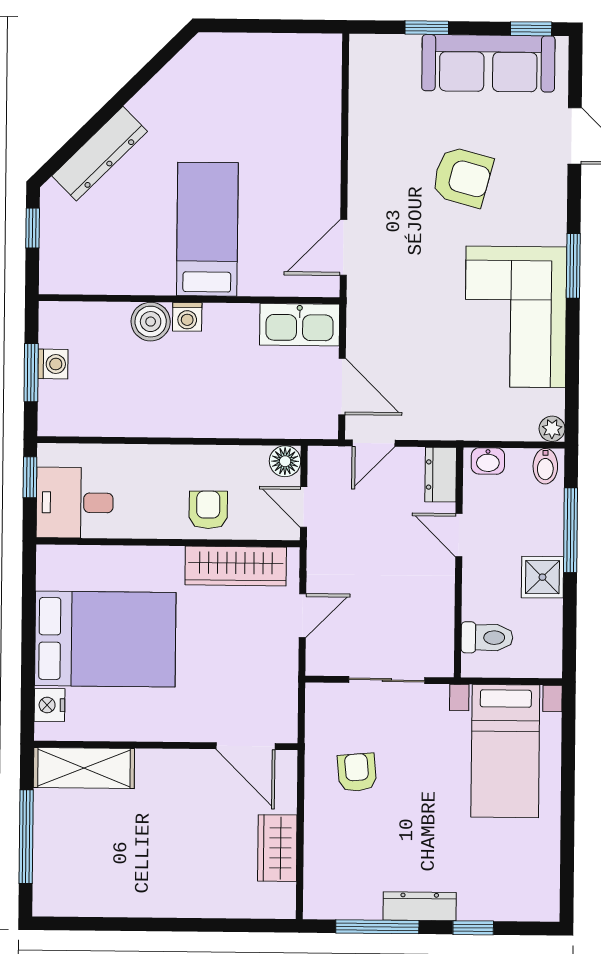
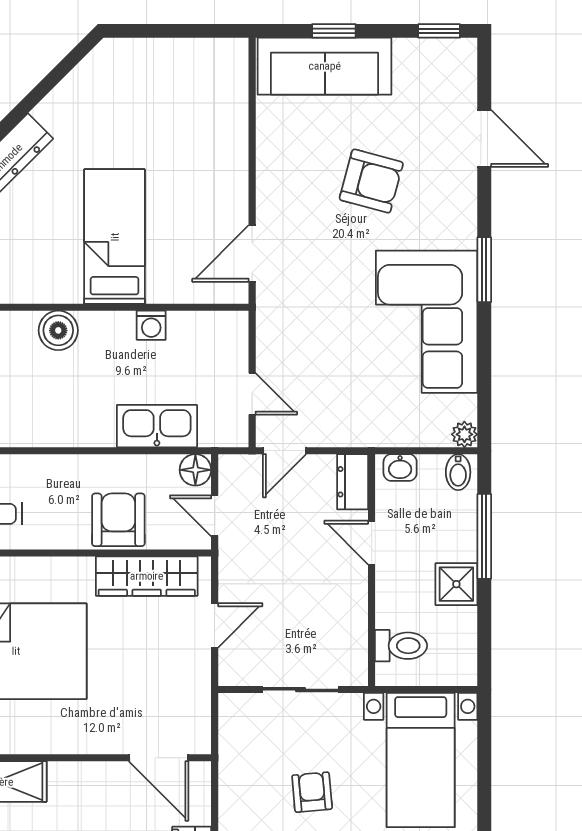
sofa: (488, 63) -> (325, 66), moved
washing machine: (187, 317) -> (151, 325), moved
kitchen sink: (300, 325) -> (157, 426), moved, turned 180
door: (342, 387) -> (252, 394), width x0.73
armchair: (208, 510) -> (118, 520), width x1.38, depth x1.38
armchair: (357, 772) -> (312, 792), moved

